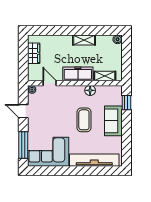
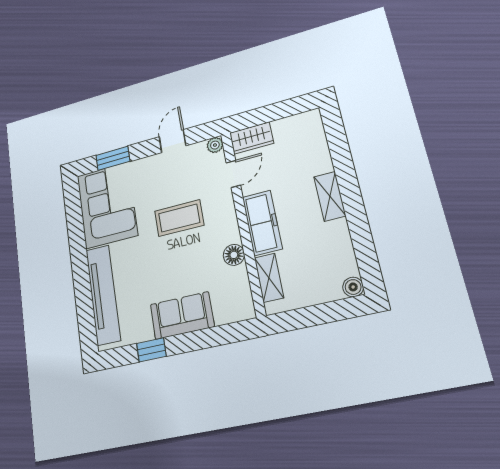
shelving: (84, 40) -> (330, 196), moved
wardrobe: (34, 53) -> (251, 138), moved
window: (126, 103) -> (151, 350), moved
coffee table: (84, 120) -> (179, 218), moved
window: (23, 145) -> (113, 158), width x0.69

